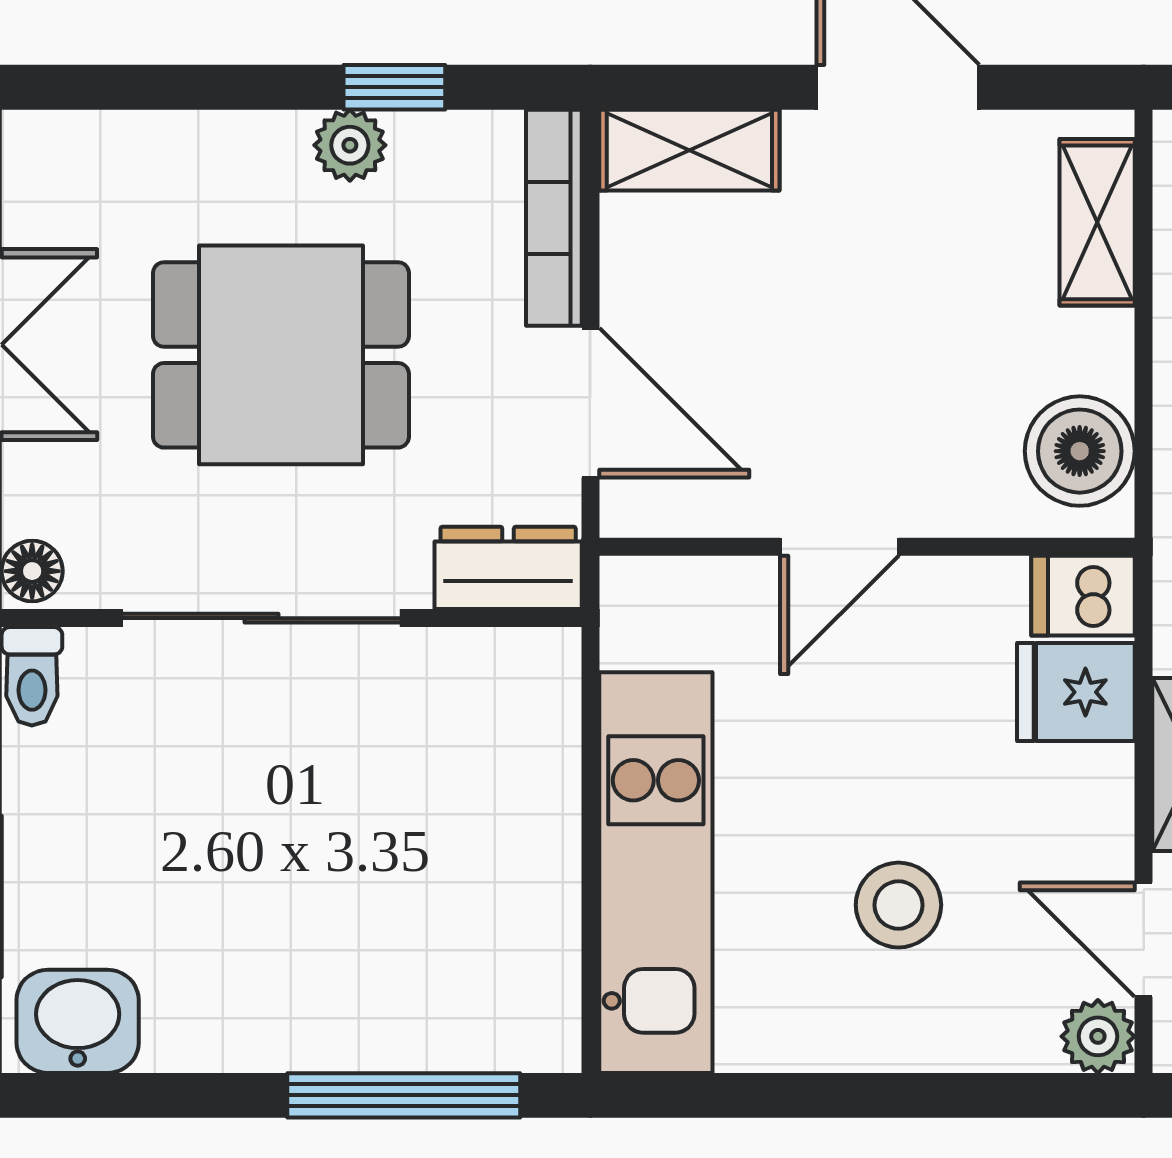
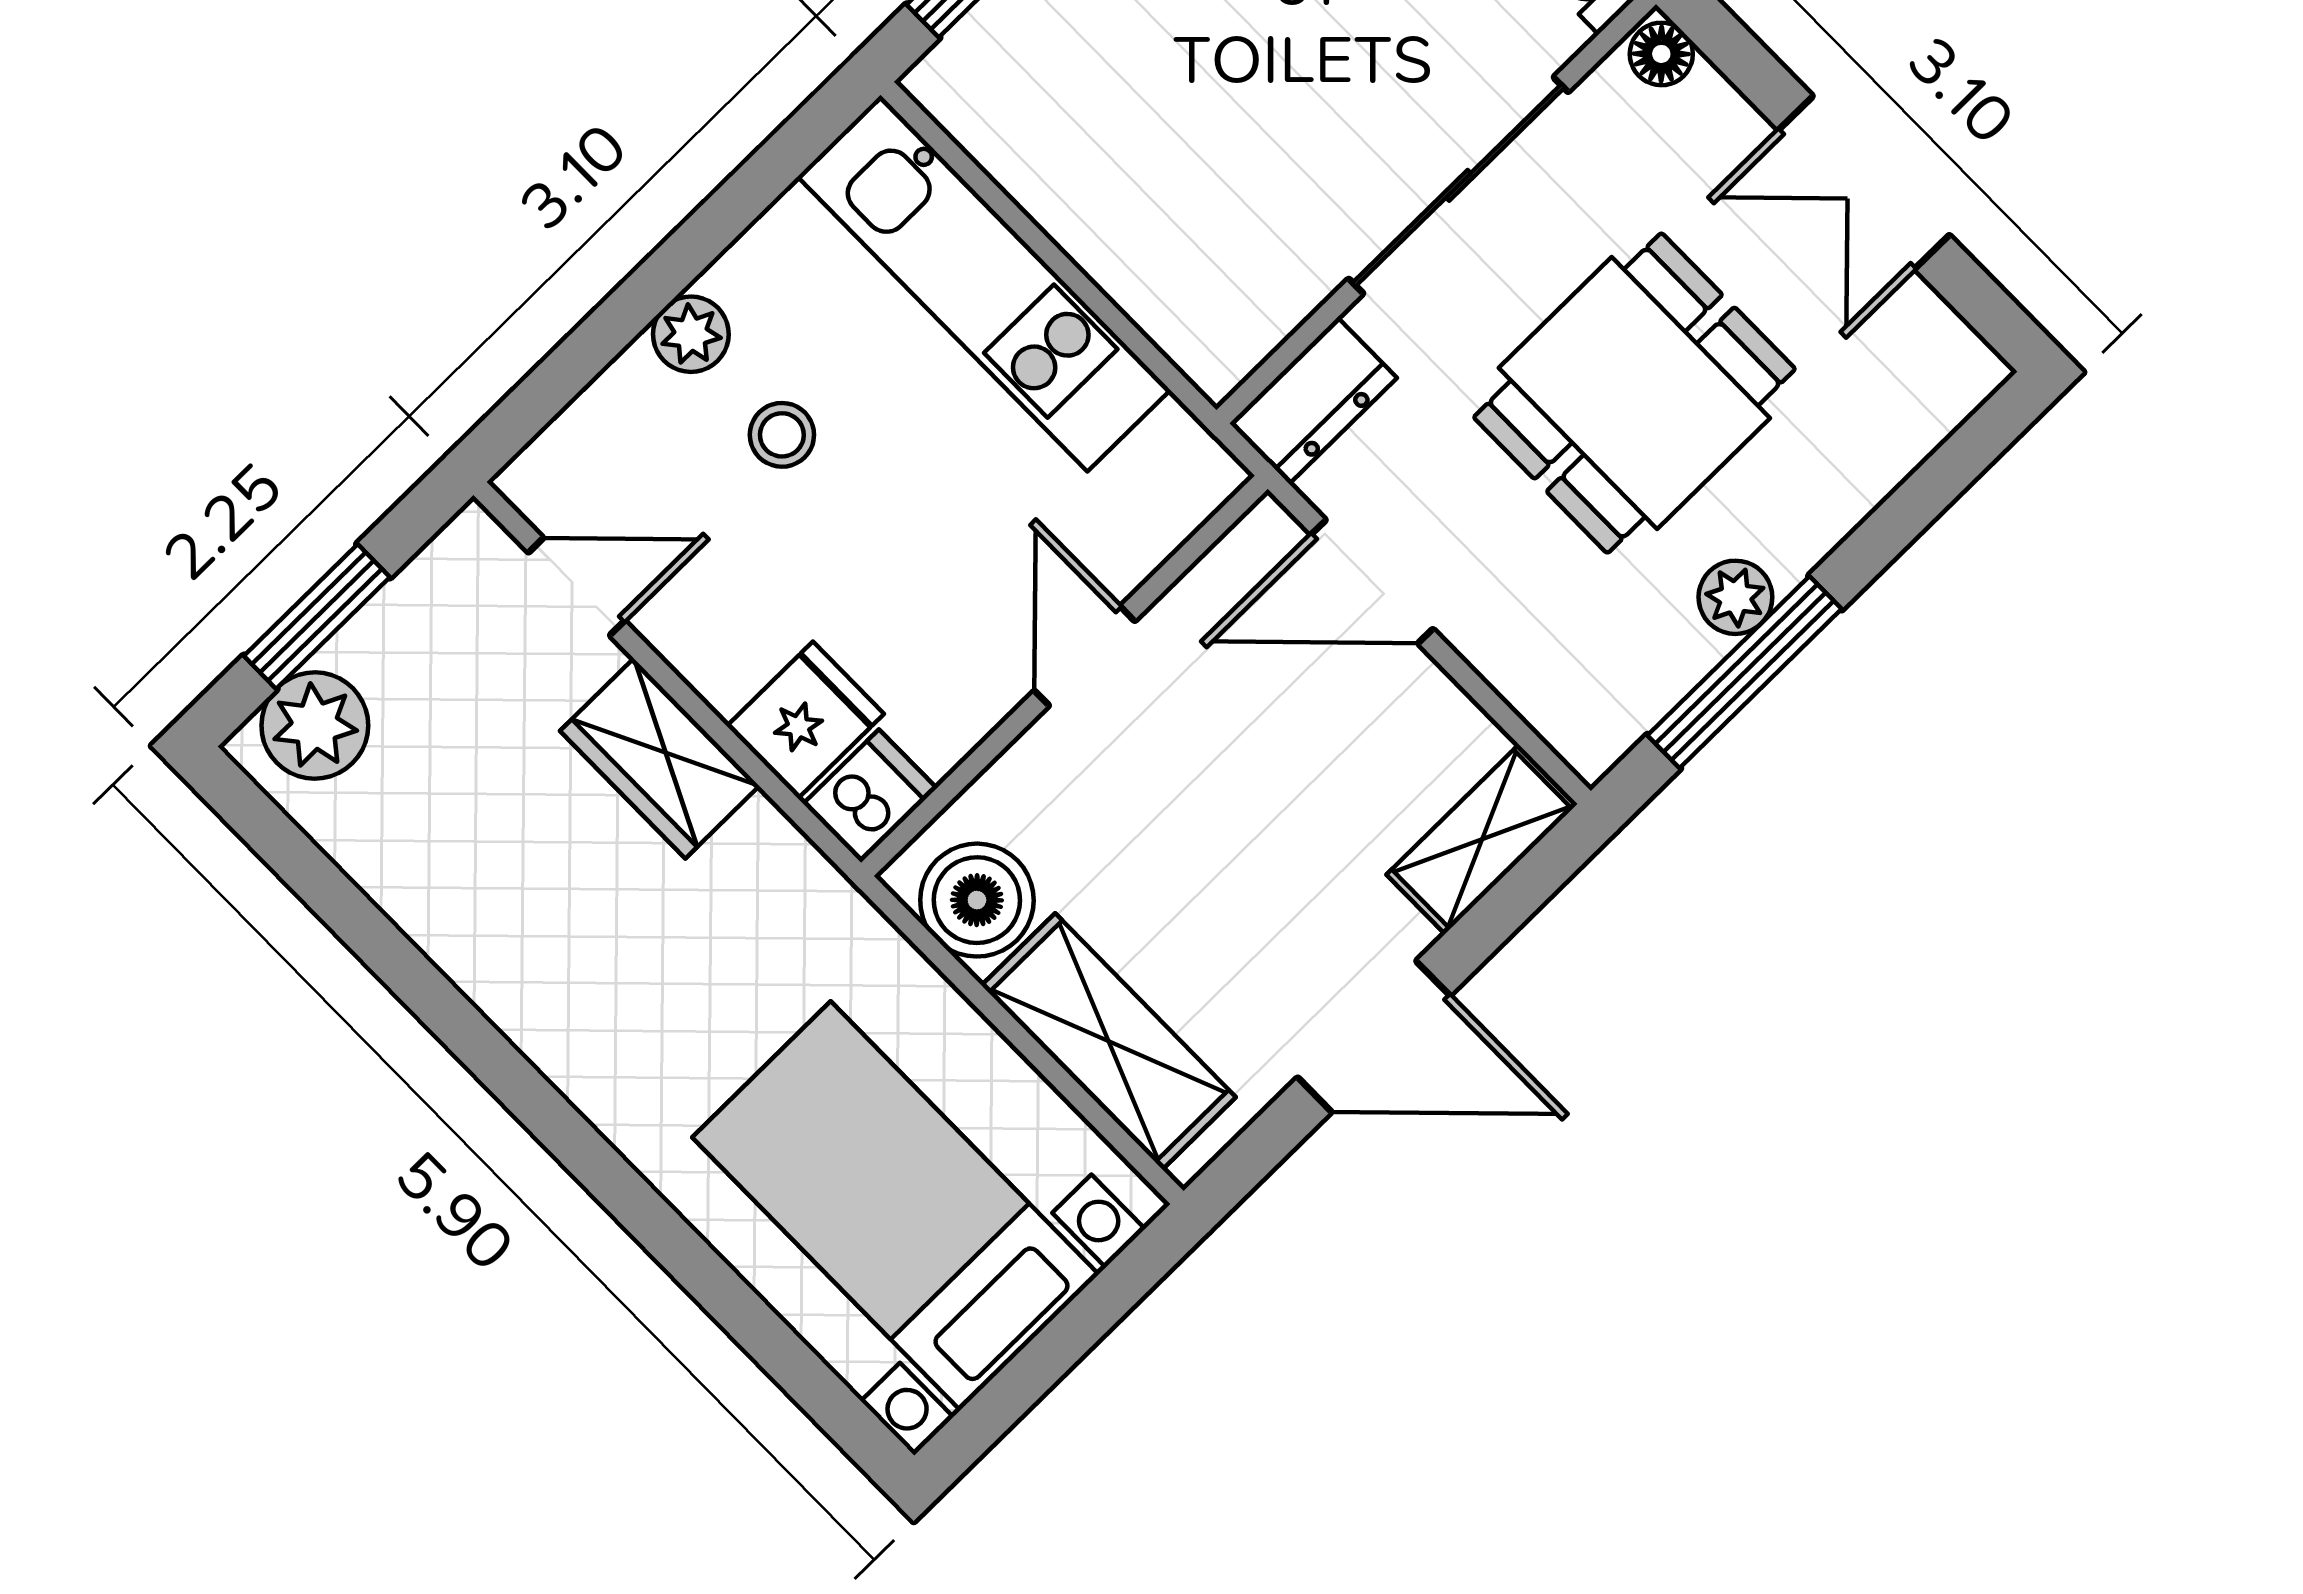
window: (394, 87) -> (1745, 672), width x2.17
bookcase: (554, 218) -> (1533, 691), removed
shelving: (1097, 222) -> (1109, 1041), width x1.50, depth x1.33
stool: (898, 905) -> (782, 435), width x0.73, depth x0.73
plant: (1098, 1036) -> (691, 334), moved

